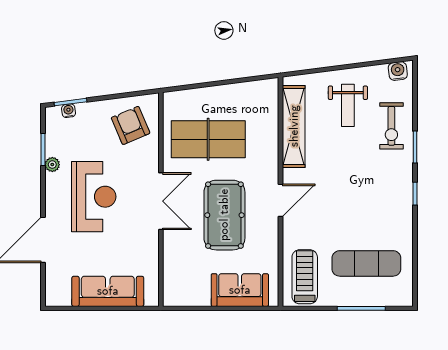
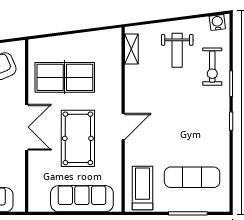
shelving: (294, 126) -> (131, 49), width x0.45, depth x0.75
sofa: (240, 290) -> (82, 199), width x1.36

